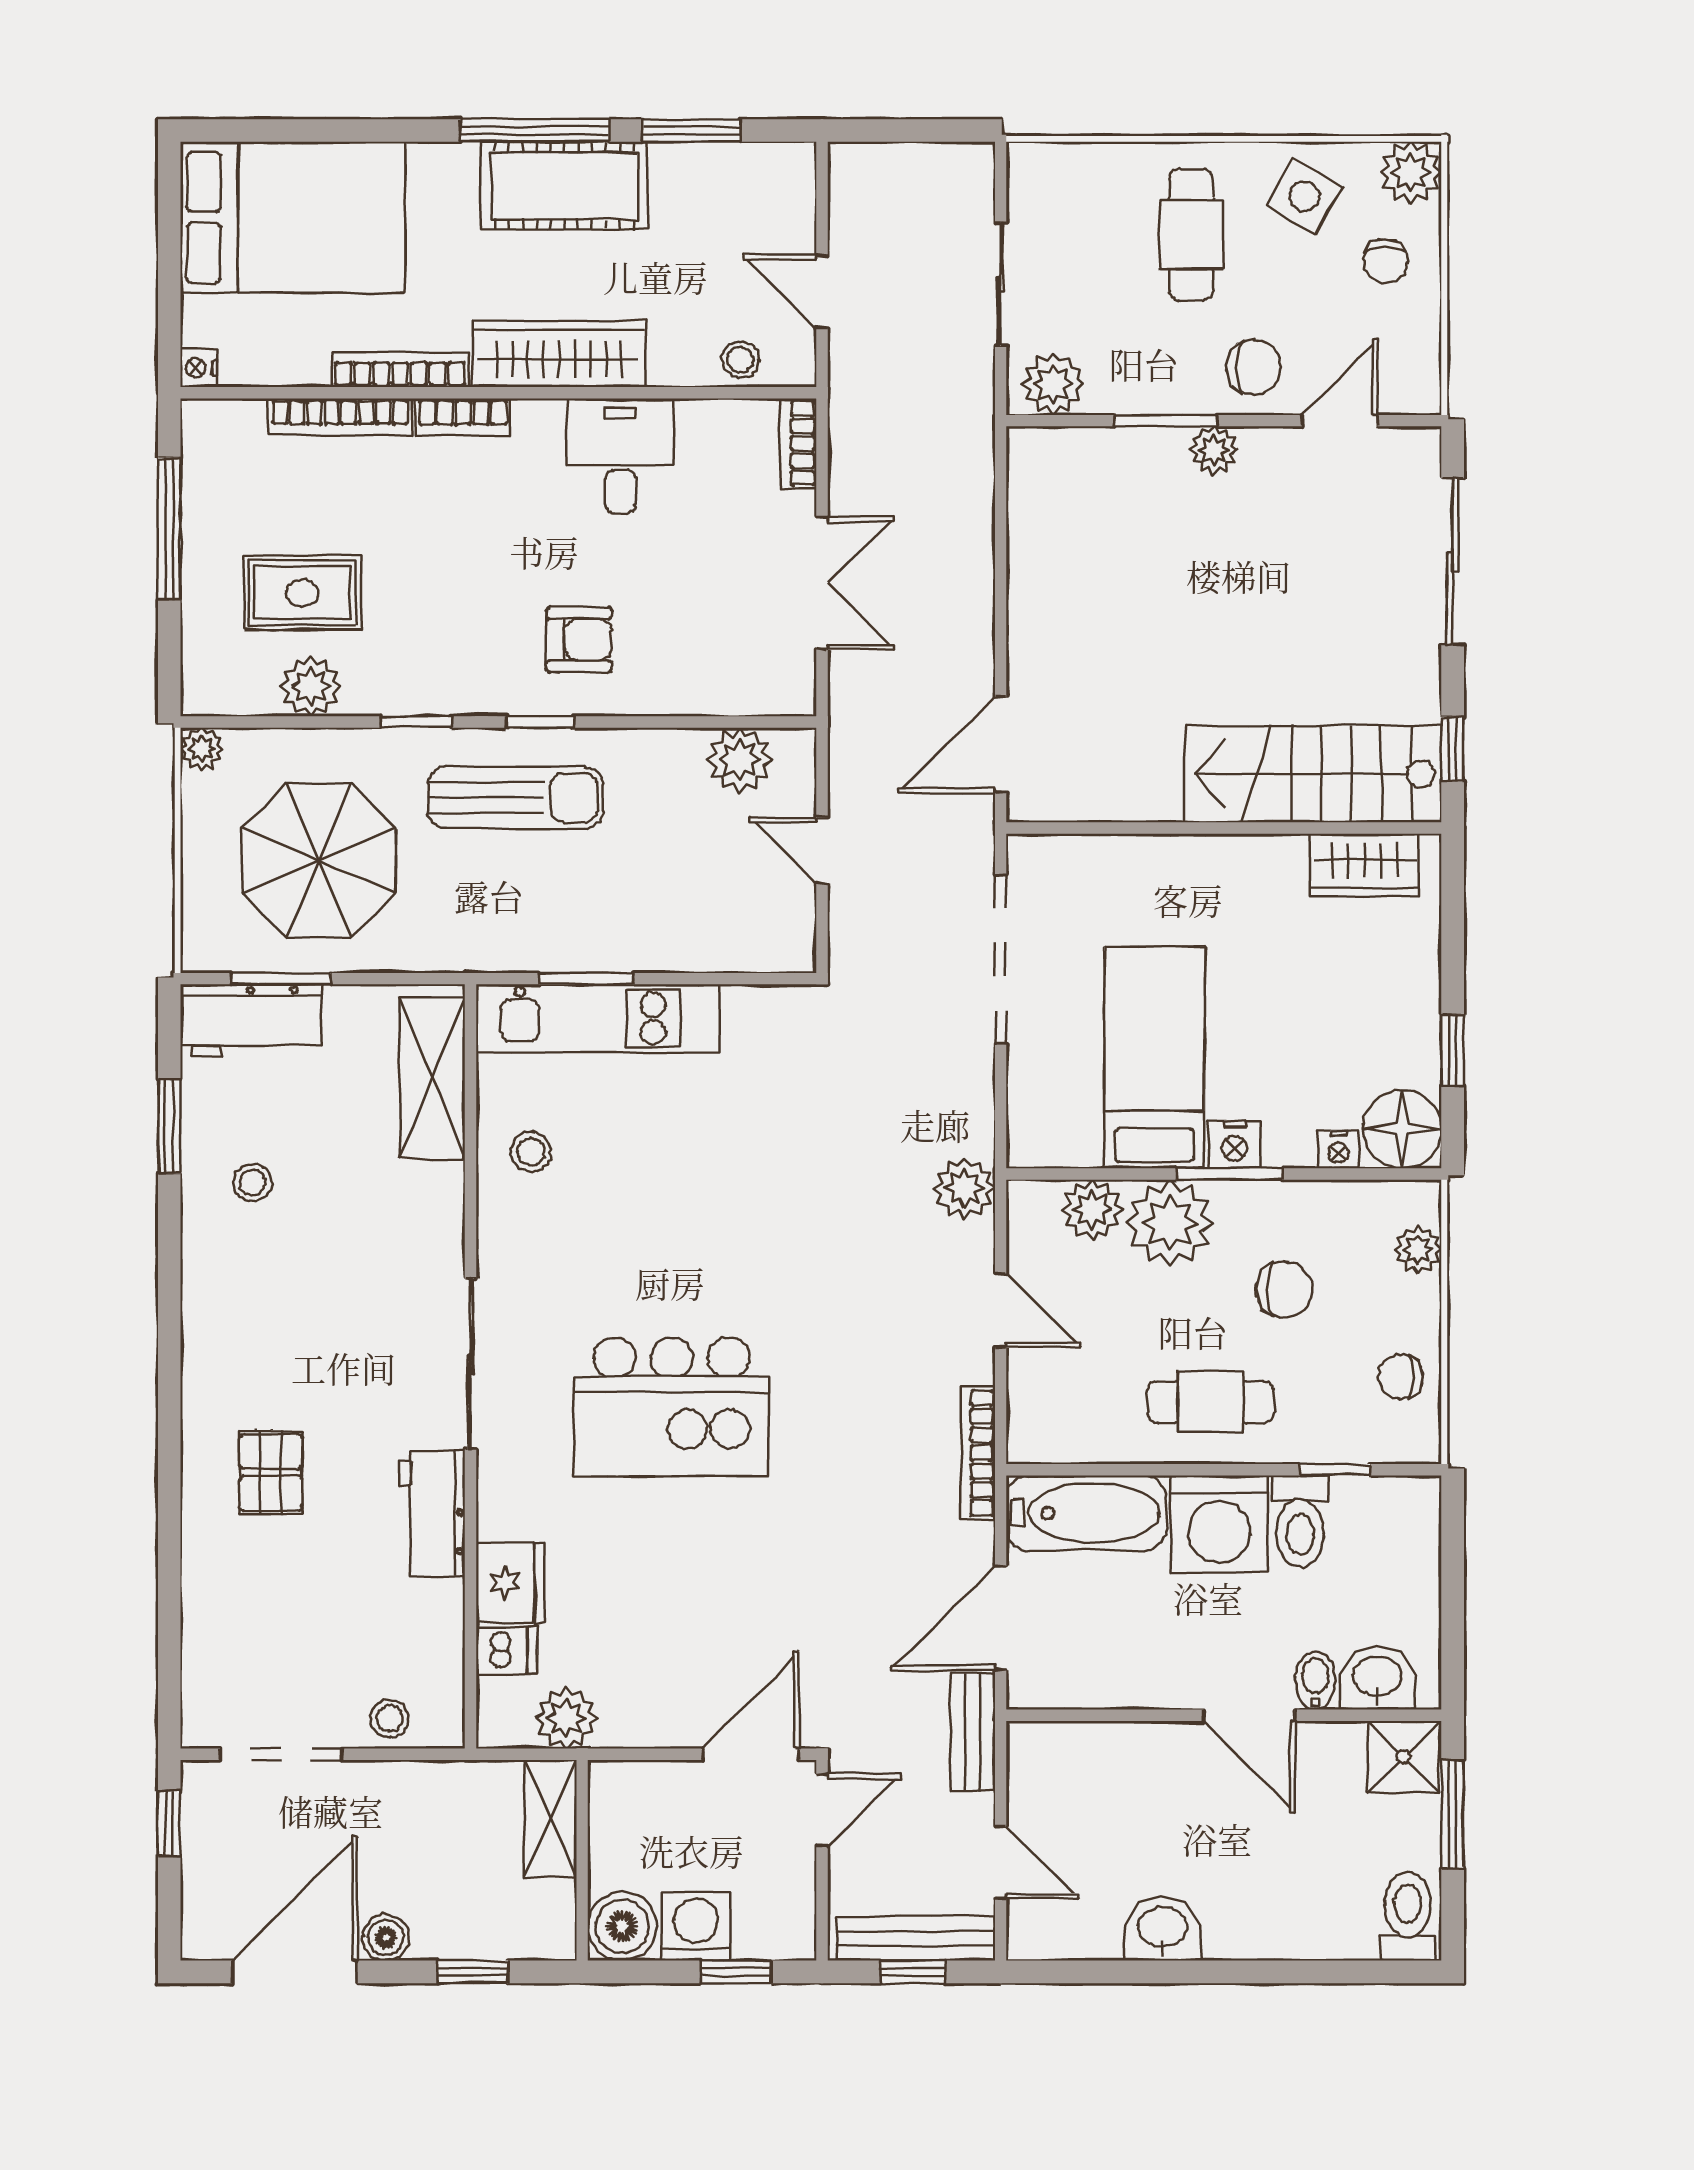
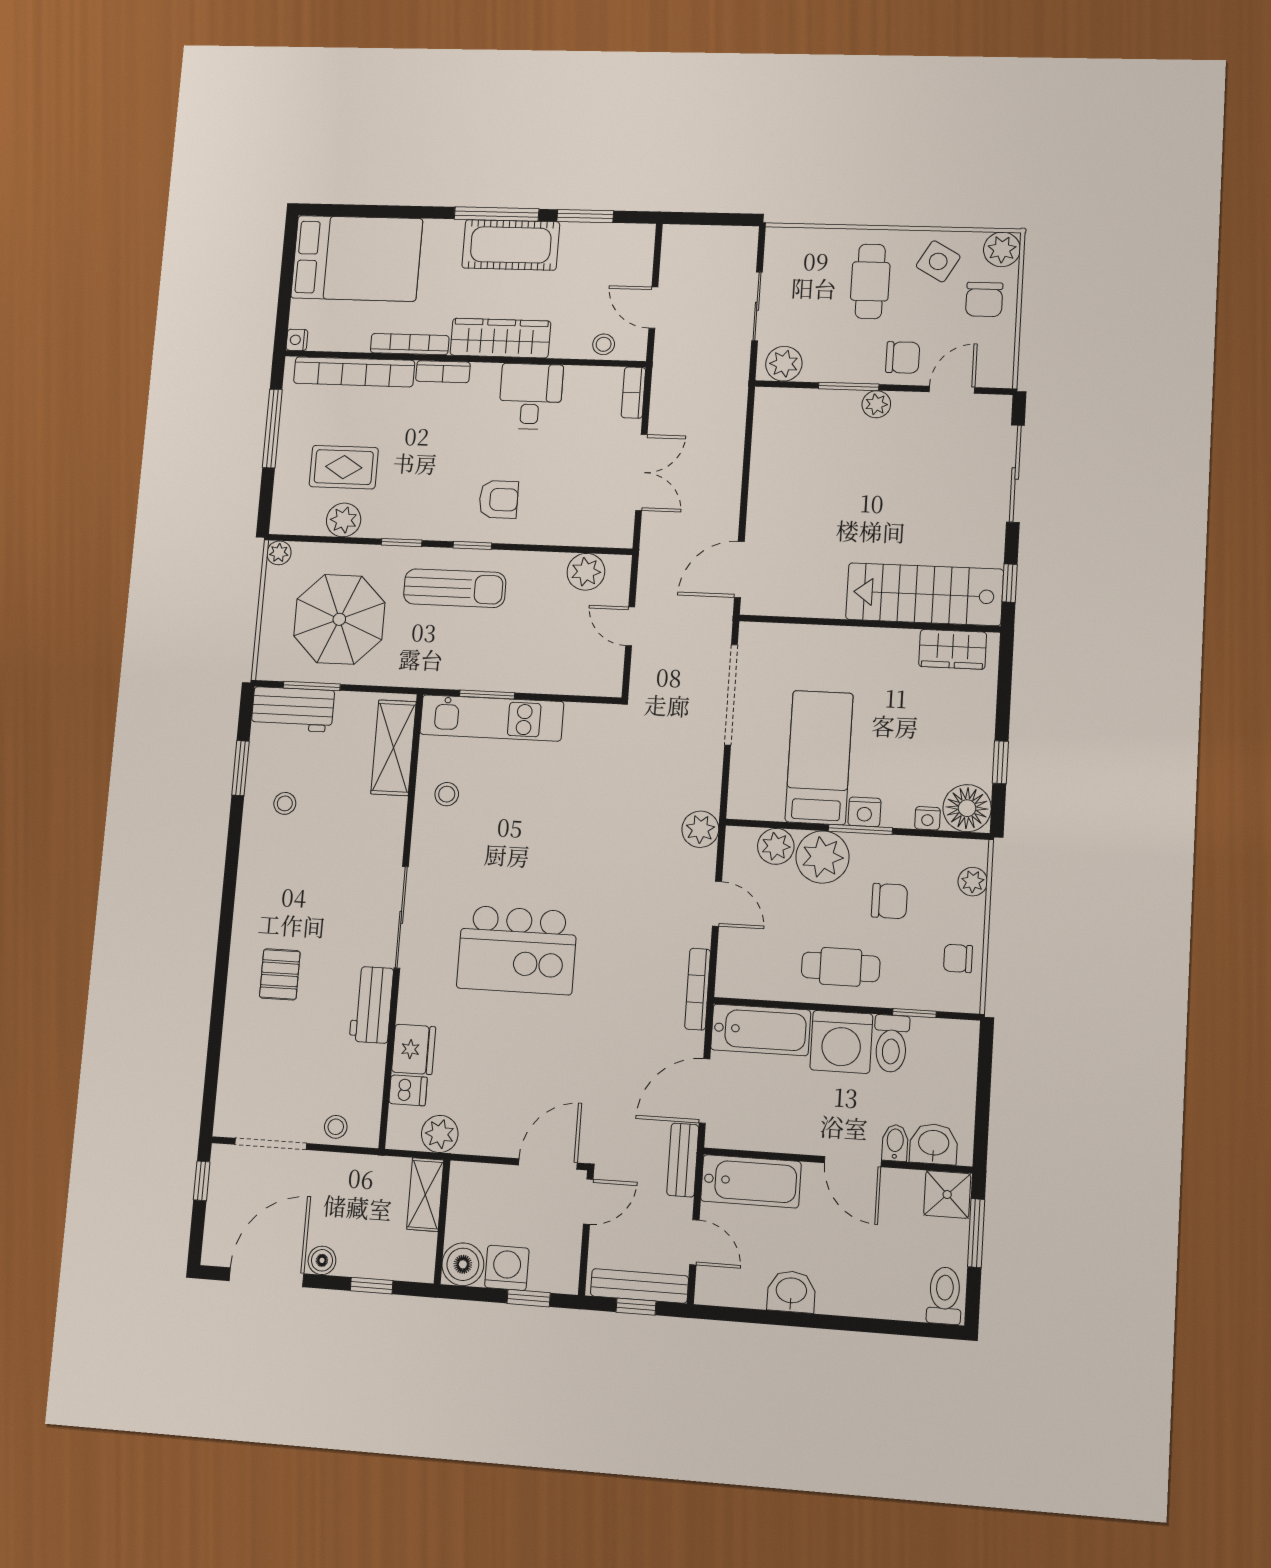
chair: (1385, 261) -> (984, 299), width x1.37, depth x1.37
bookcase: (340, 417) -> (354, 372), width x1.48, depth x1.31
bathtub: (1086, 1758) -> (751, 1181), added

